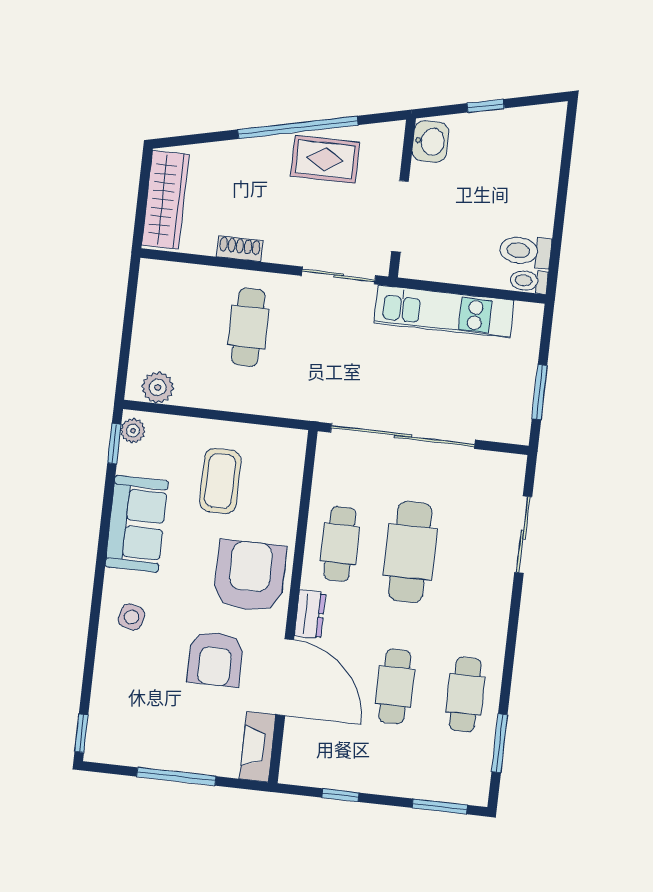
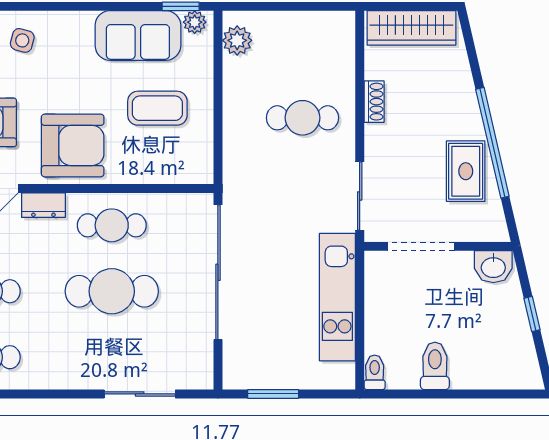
toilet: (525, 251) -> (435, 366), moved
sofa: (137, 524) -> (138, 35), moved

